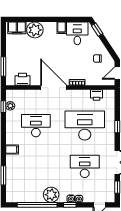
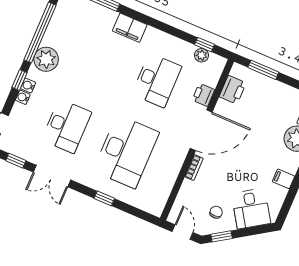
window: (97, 30) -> (222, 236), moved
desk: (77, 33) -> (251, 209), moved, turned 57
printer: (96, 95) -> (203, 95), moved
filing cabinet: (12, 150) -> (130, 28), width x2.00

